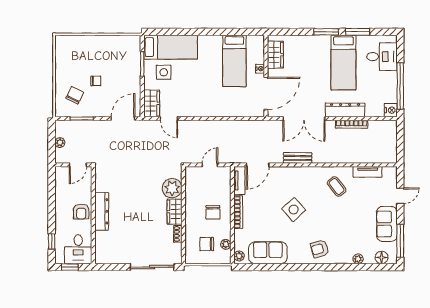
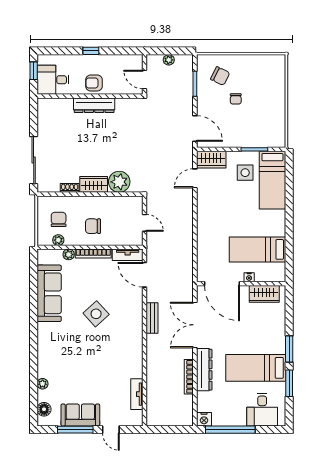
coffee table: (337, 186) -> (121, 360), removed
window: (52, 241) -> (91, 51), moved
window: (400, 241) -> (75, 430), moved
armchair: (320, 249) -> (53, 342), removed
sofa: (268, 253) -> (49, 293), width x1.36
plant: (239, 256) -> (69, 254), moved

